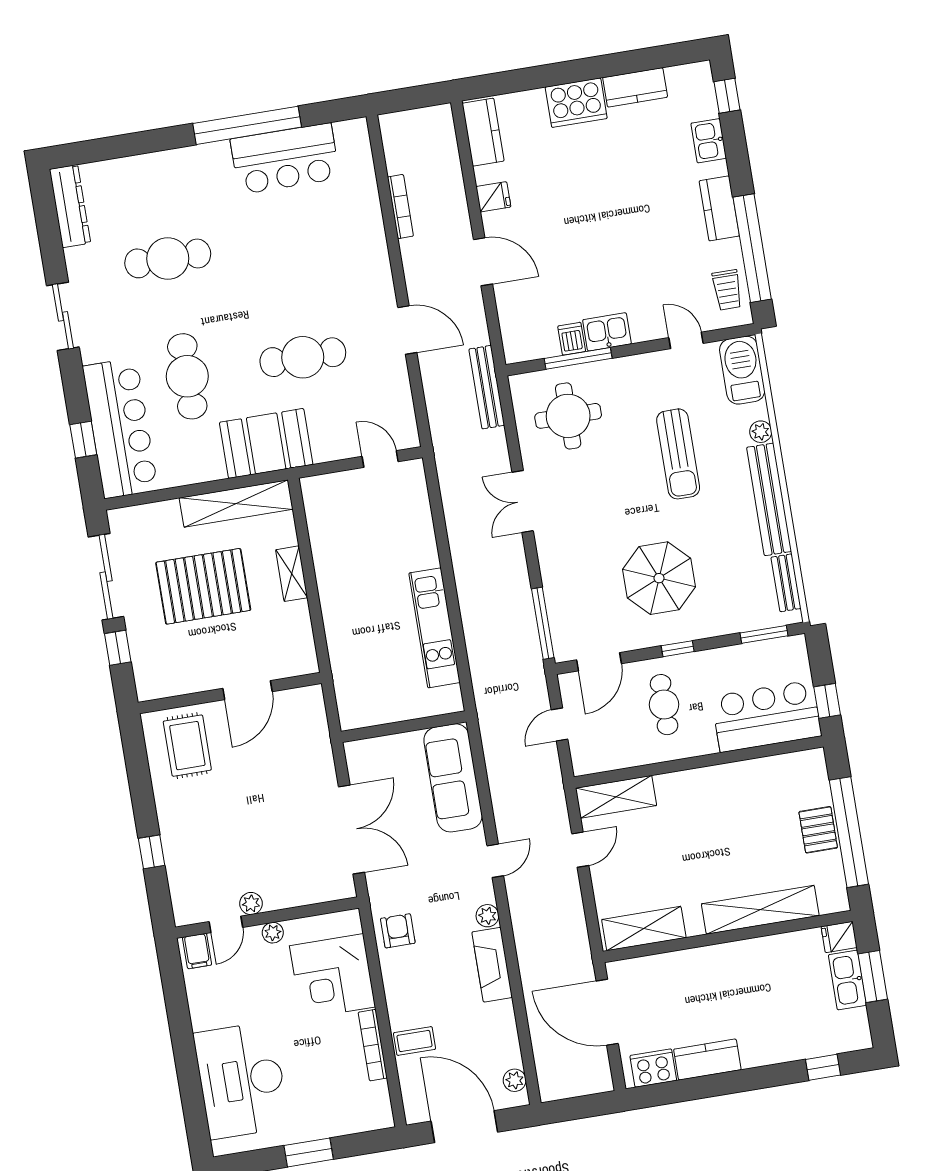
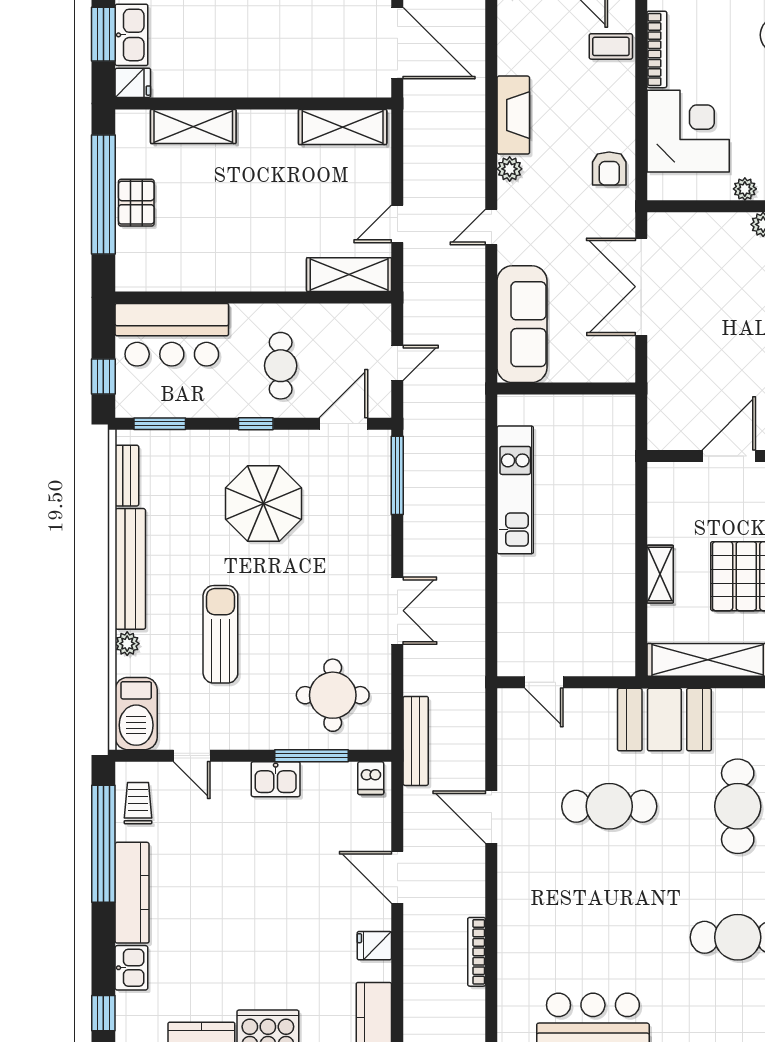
kitchen counter: (719, 208) -> (132, 893), width x1.50
dishwasher: (572, 339) -> (371, 778), moved
window: (827, 701) -> (103, 376), moved
shelving: (760, 910) -> (193, 126), width x0.68

